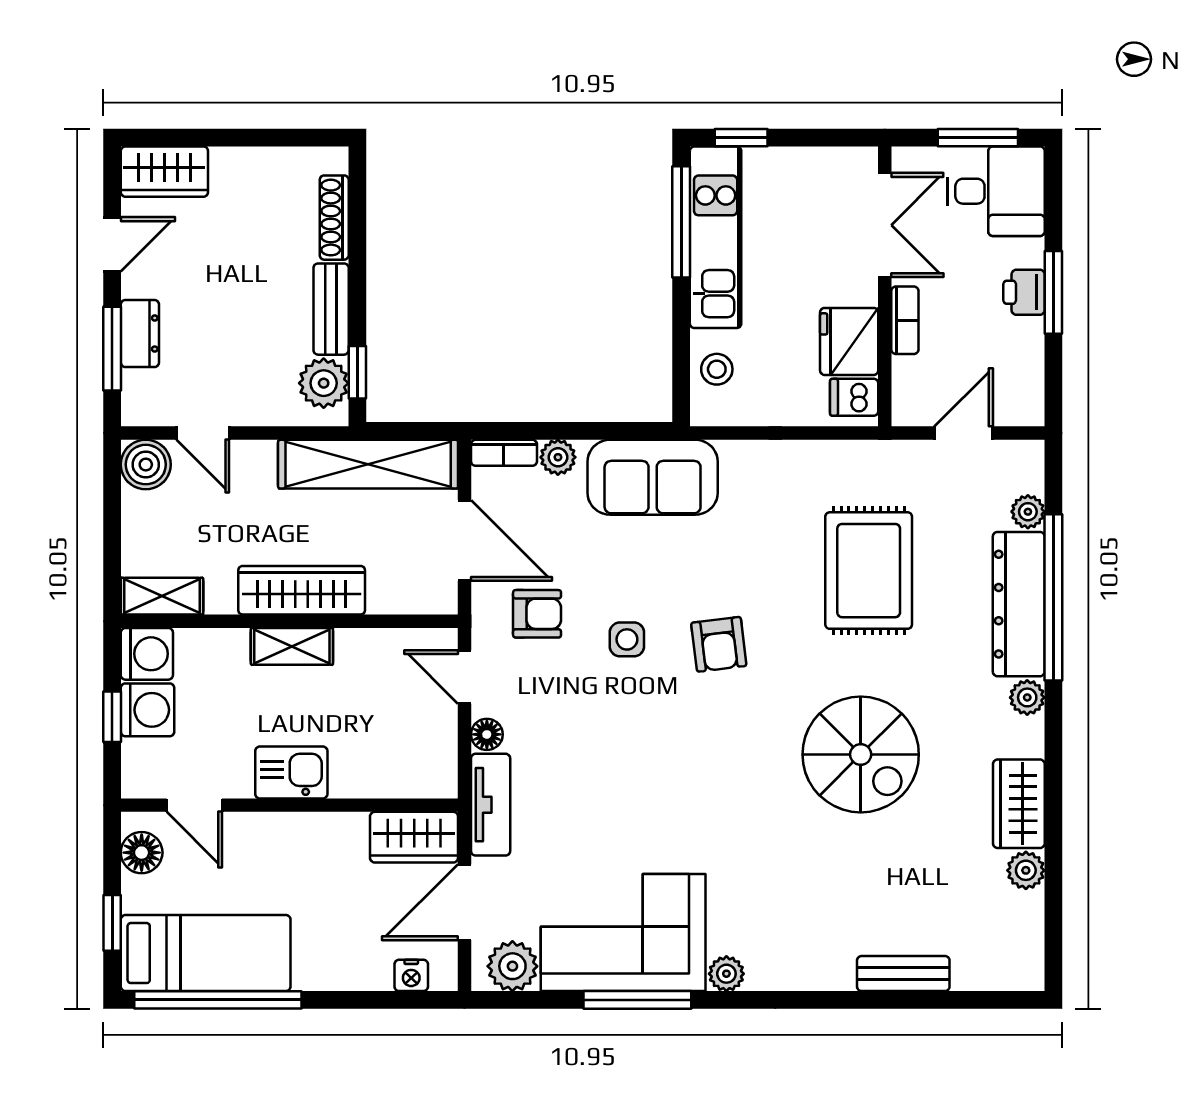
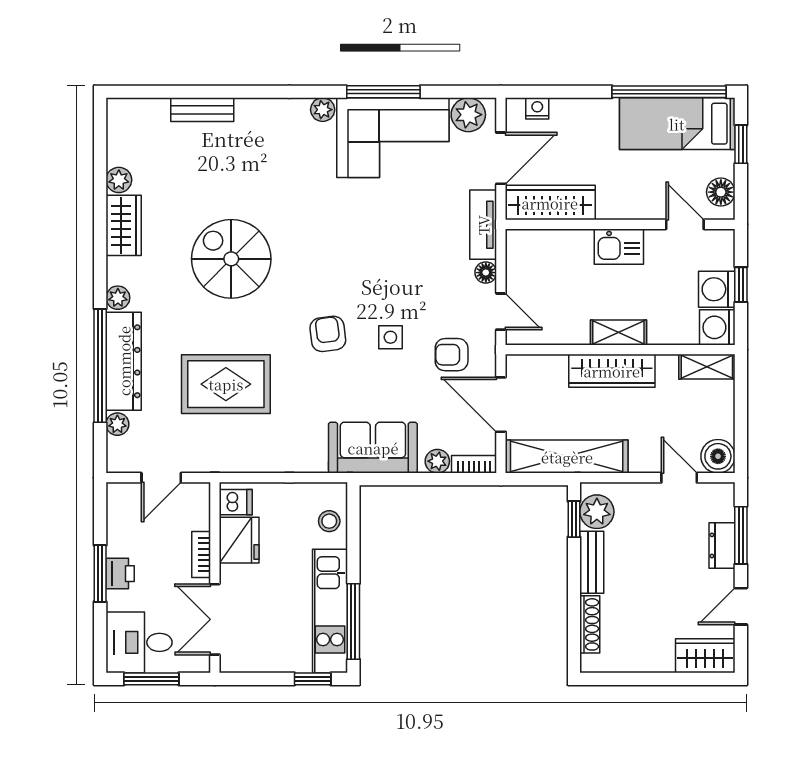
rug: (869, 571) -> (226, 384), turned 90
wardrobe: (414, 837) -> (550, 203), width x1.50

